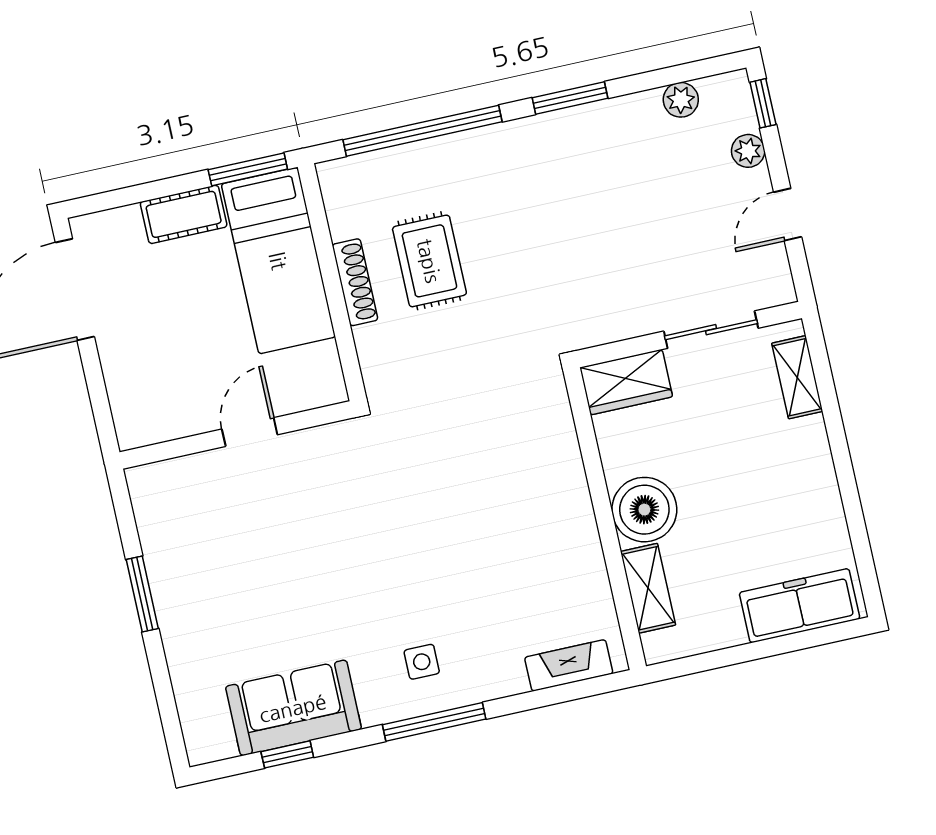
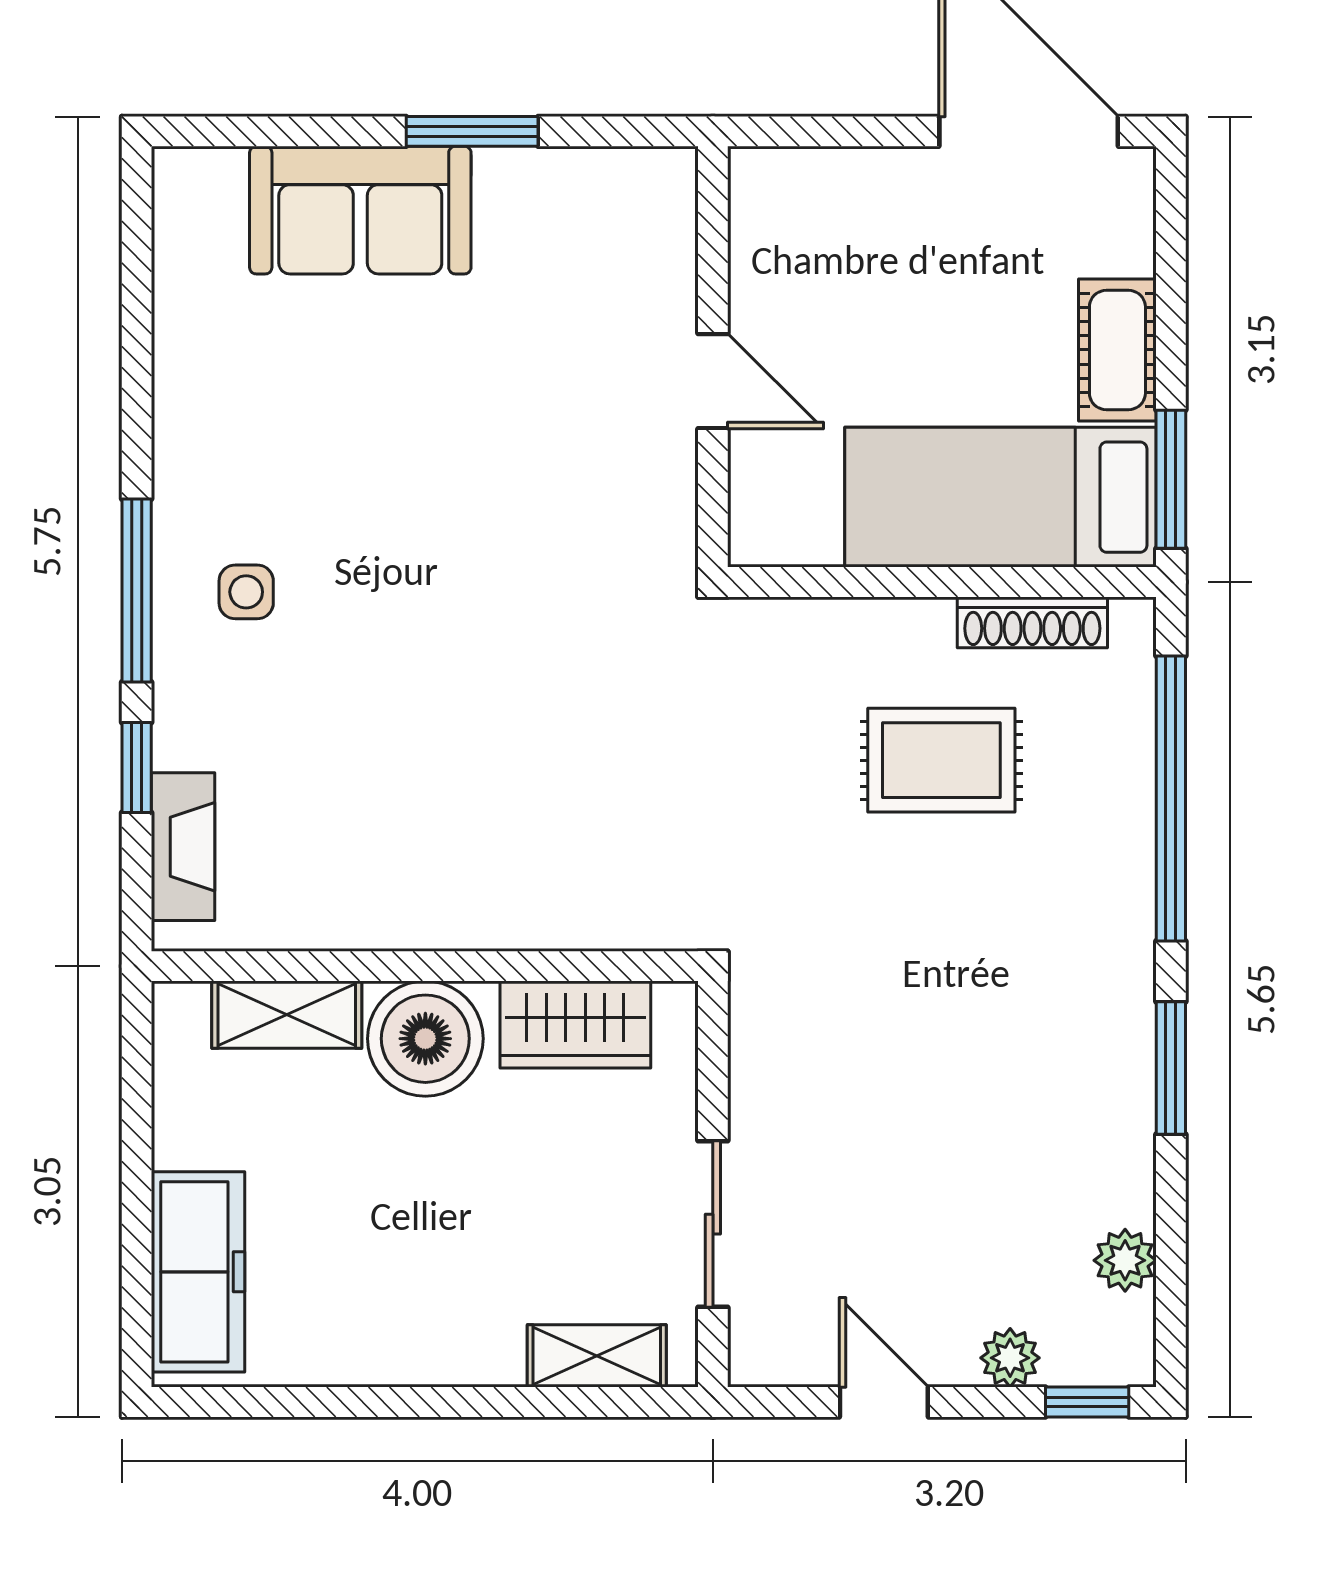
shoe rack: (355, 282) -> (1032, 622), moved
wardrobe: (626, 382) -> (575, 1025), moved, turned -90
sofa: (293, 708) -> (360, 210), moved, turned 90
window: (287, 754) -> (137, 767), moved

